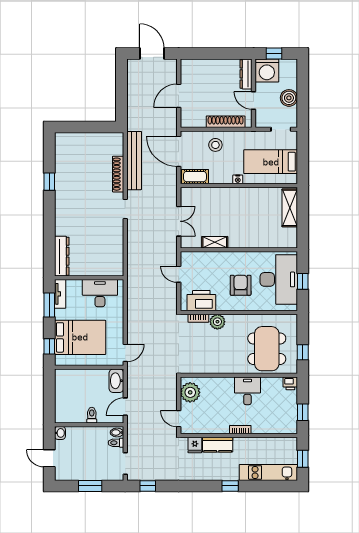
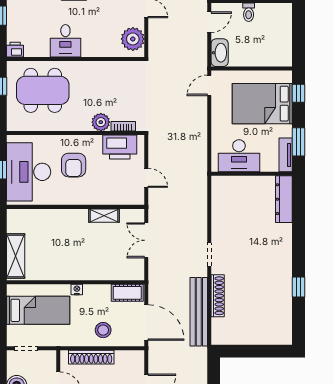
dining table: (267, 349) -> (43, 90), turned 90

